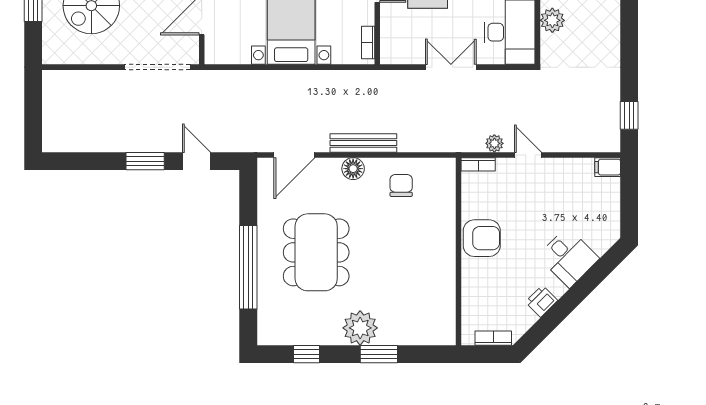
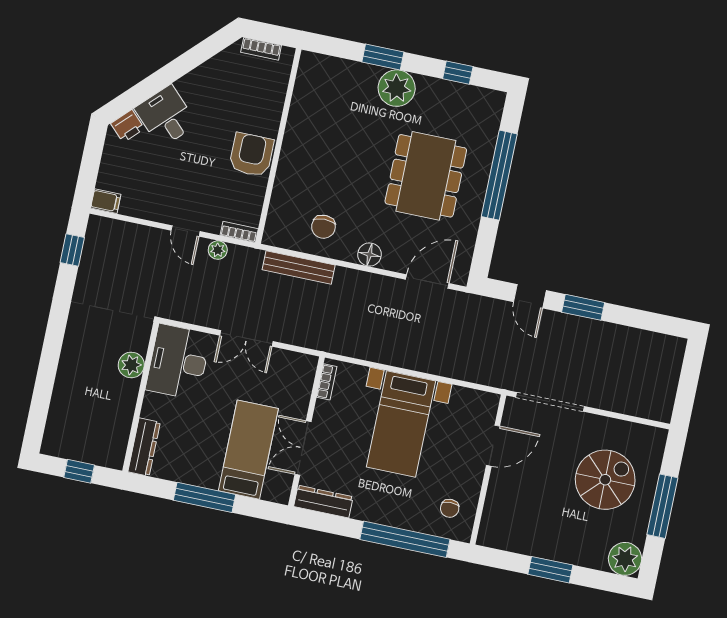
bench: (363, 143) -> (299, 267), moved
armchair: (482, 238) -> (251, 155), turned 90
printer: (541, 301) -> (128, 126), moved

